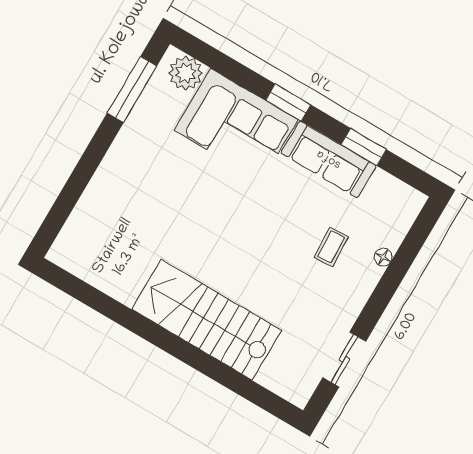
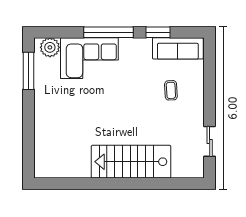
window: (288, 103) -> (108, 32), width x2.11
sofa: (329, 159) -> (178, 48), moved
floor lamp: (383, 257) -> (199, 80), removed

